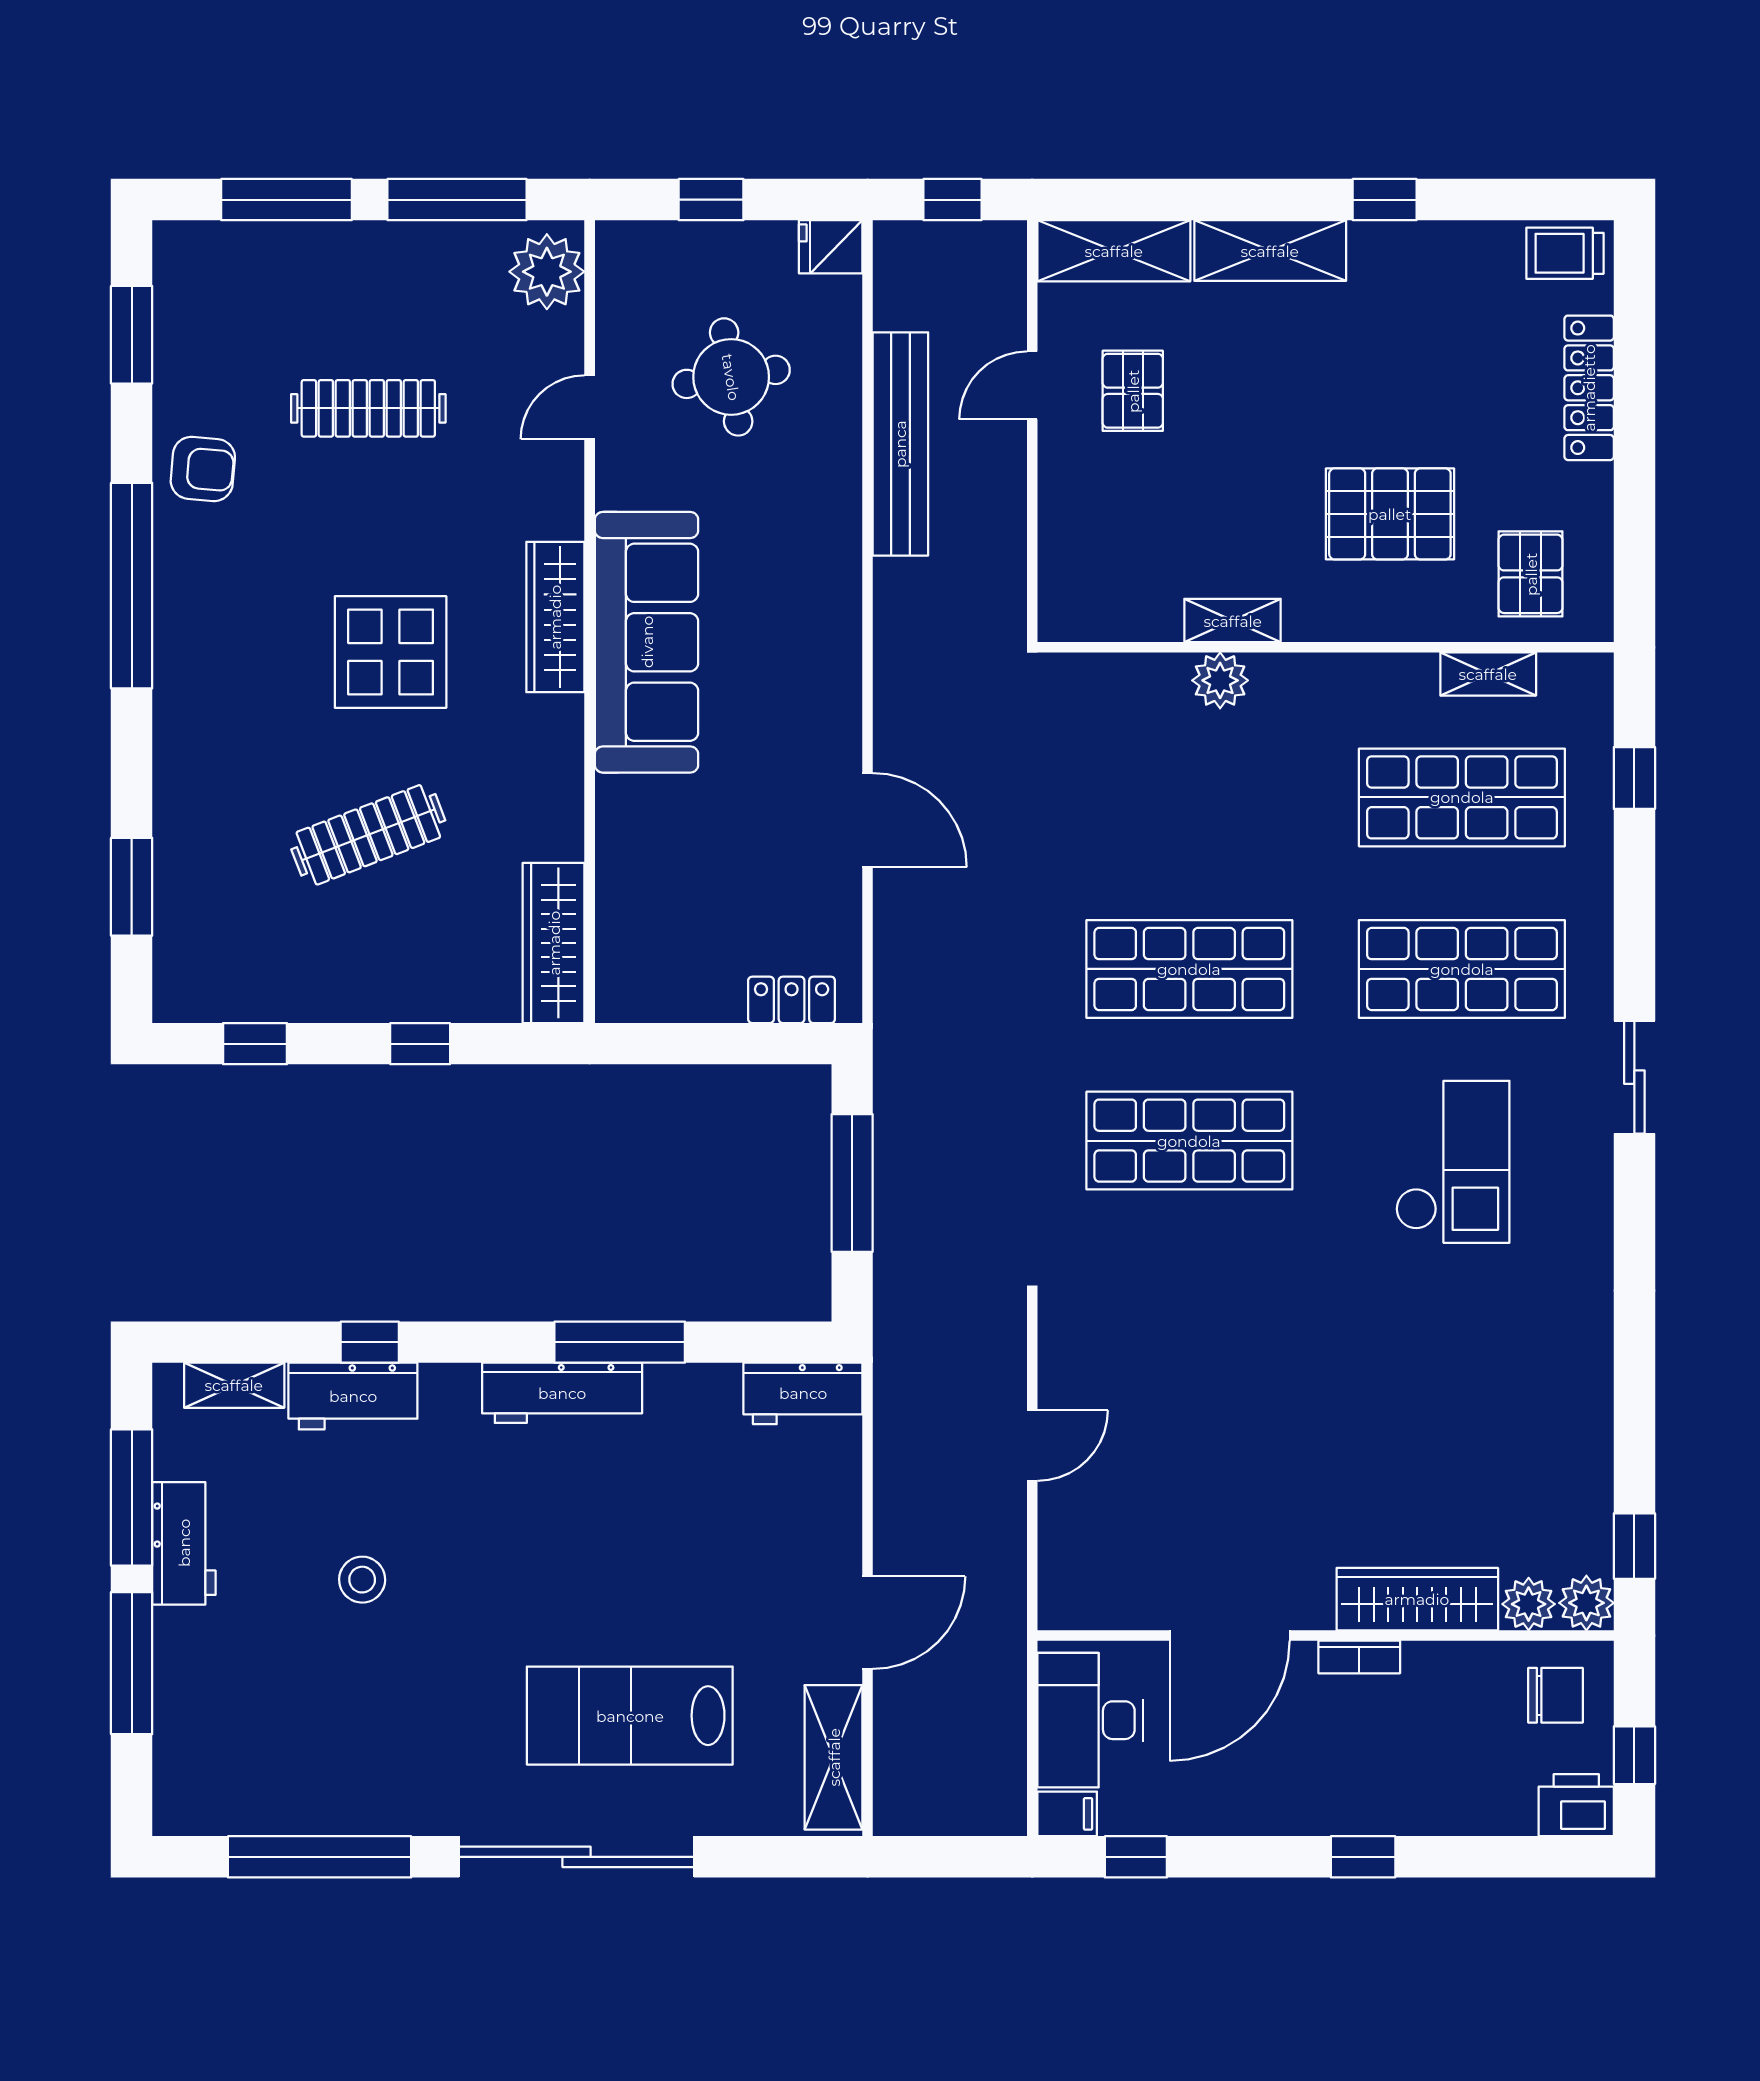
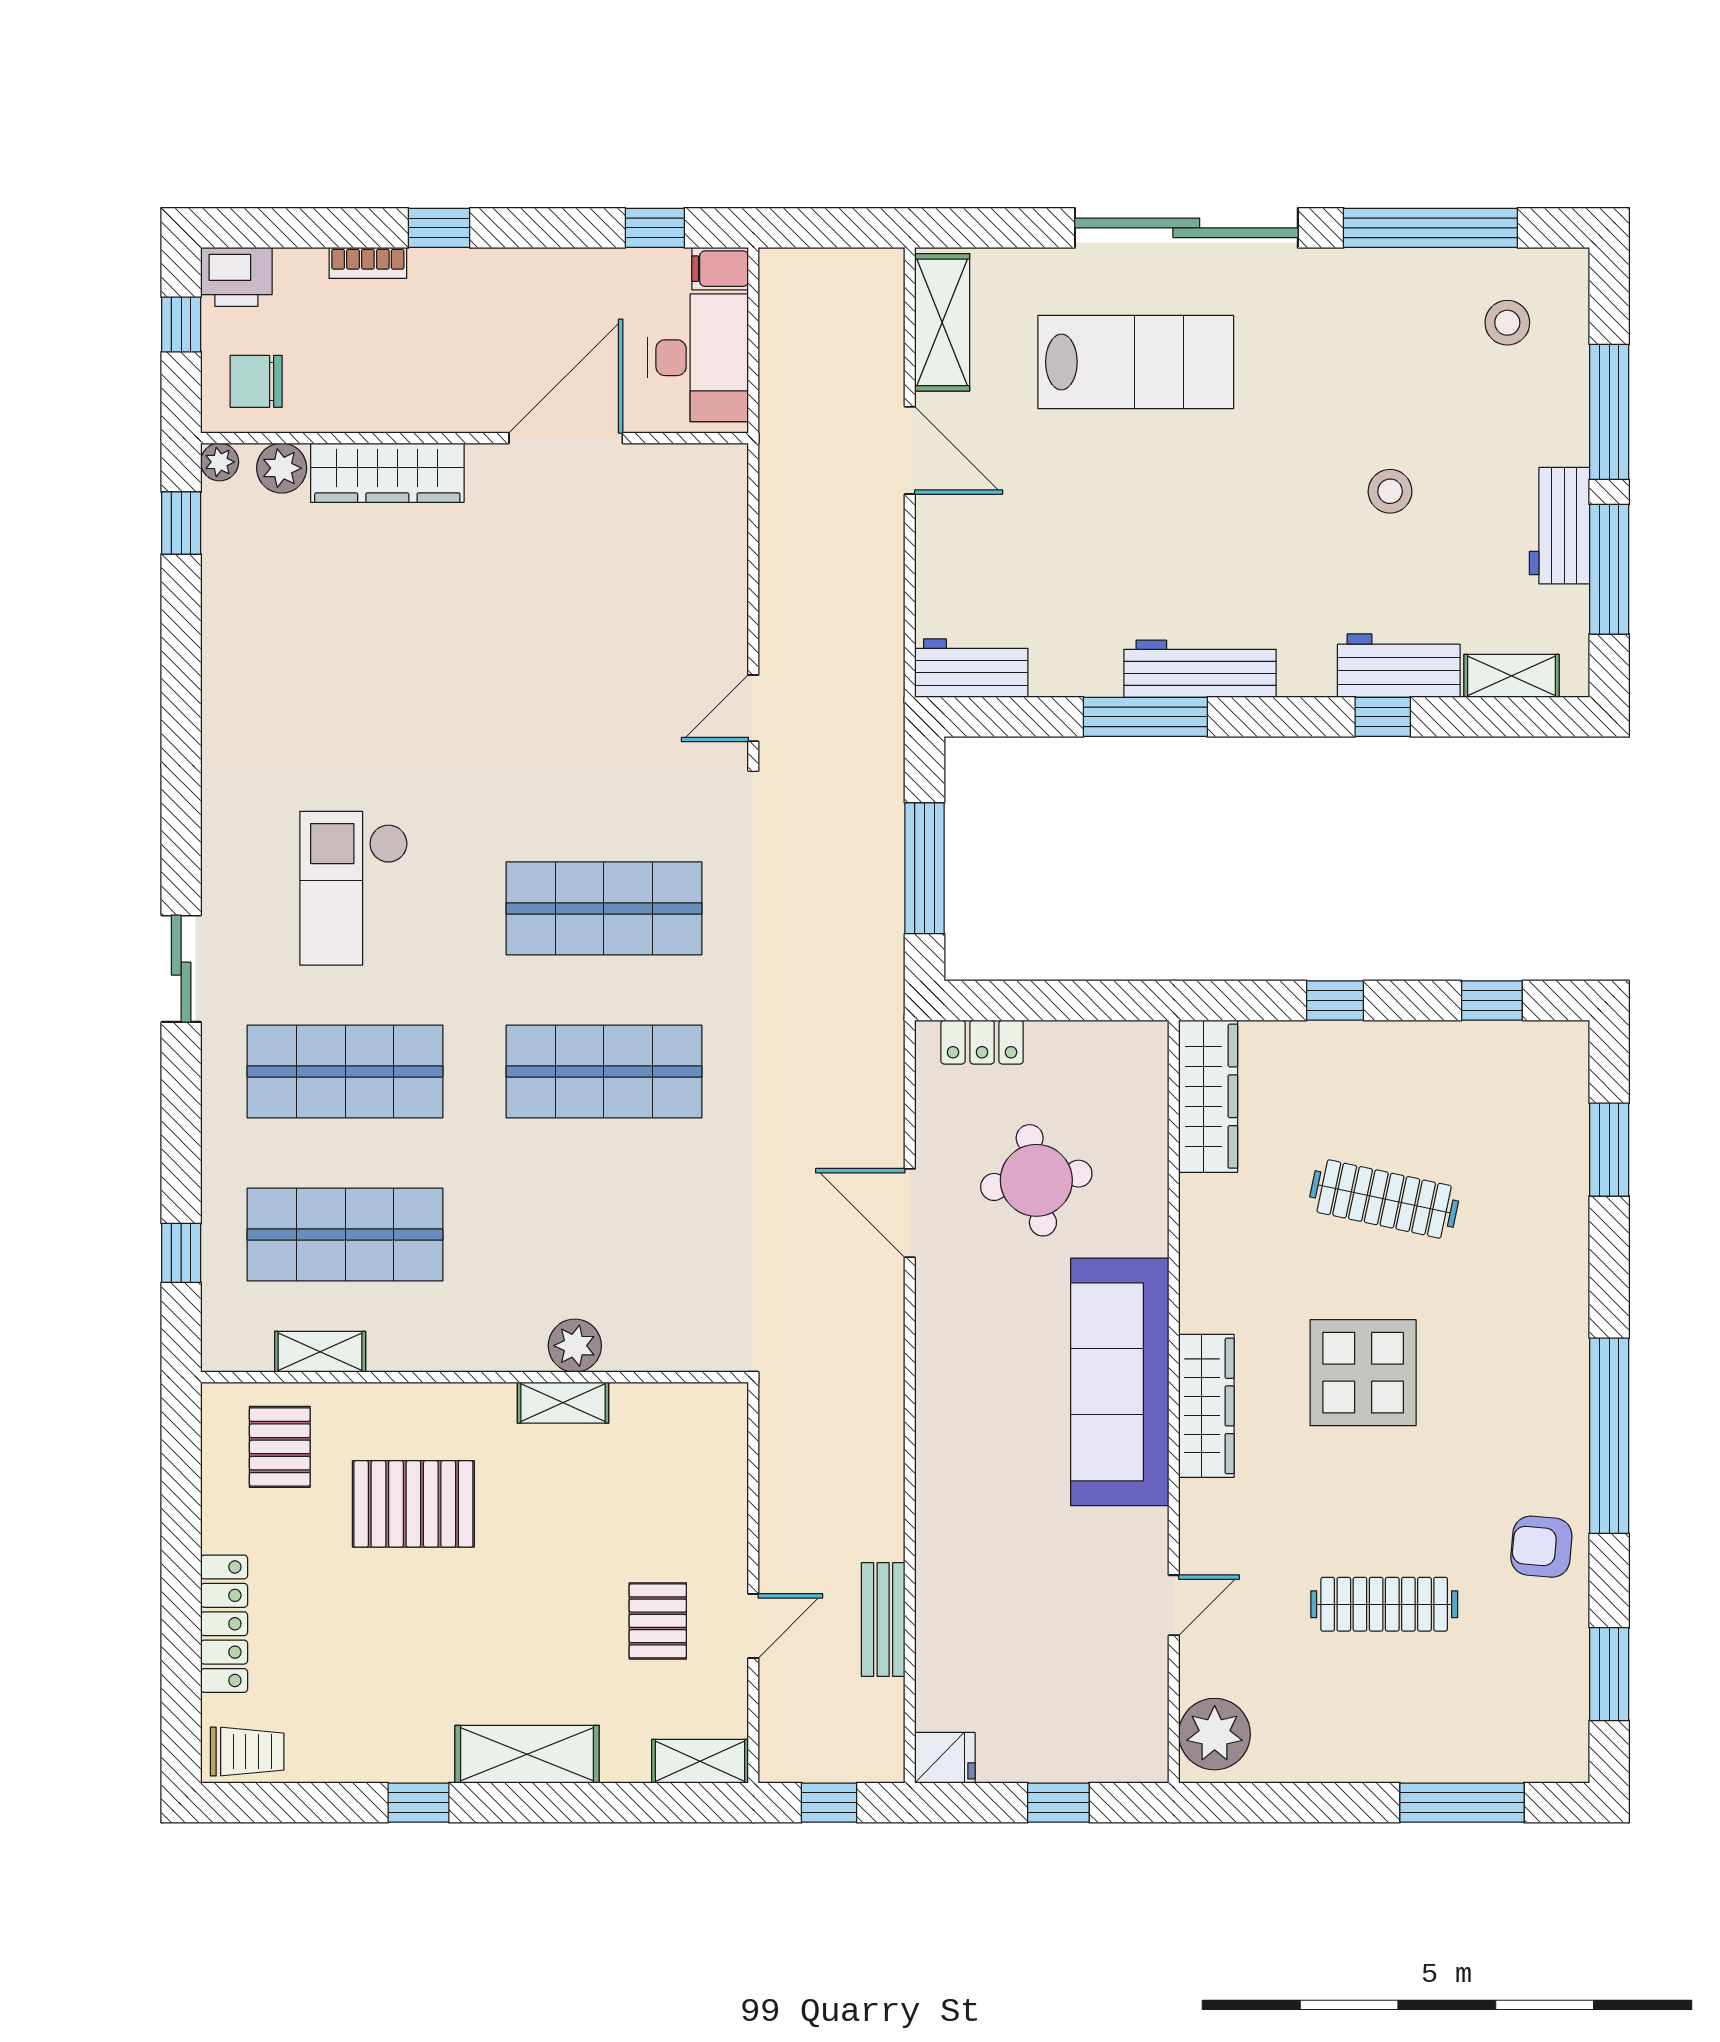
window: (457, 200) -> (1300, 1803), removed
shelving: (1114, 251) -> (700, 1761), width x0.67, depth x0.75
round table: (731, 377) -> (1036, 1180), moved
bench: (900, 444) -> (883, 1620), width x0.54, depth x0.82
clothes rail: (368, 835) -> (1384, 1199), turned 33
door: (1032, 1446) -> (753, 708), moved
plant: (1586, 1603) -> (220, 462), width x0.73, depth x0.73
door: (868, 1623) -> (910, 450), swing flipped
bookcase: (1359, 1657) -> (368, 263), moved, turned 180
stool: (239, 1757) -> (1507, 323), added

